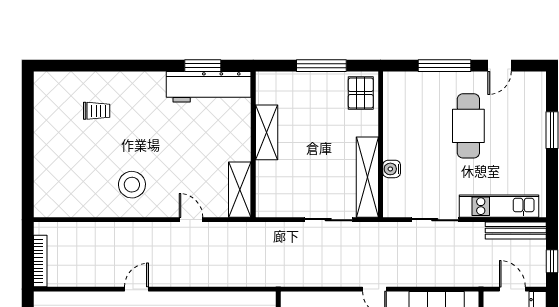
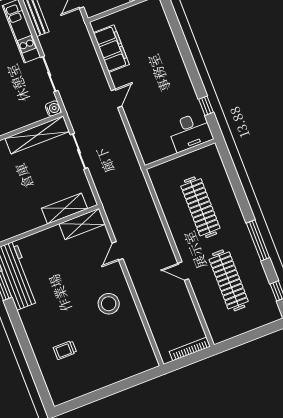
trolley: (97, 111) -> (65, 350), turned -90
shelving: (267, 132) -> (65, 208), moved
water cooler: (392, 169) -> (53, 108), moved, turned -90

